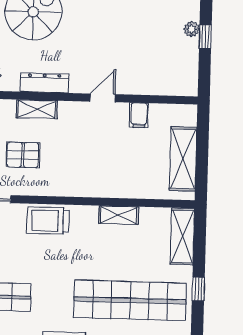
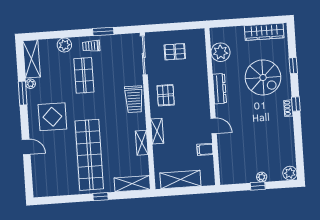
shelving: (37, 109) -> (157, 131), moved
pallet: (23, 155) -> (166, 95), moved
trolley: (48, 221) -> (134, 99), turned 180

